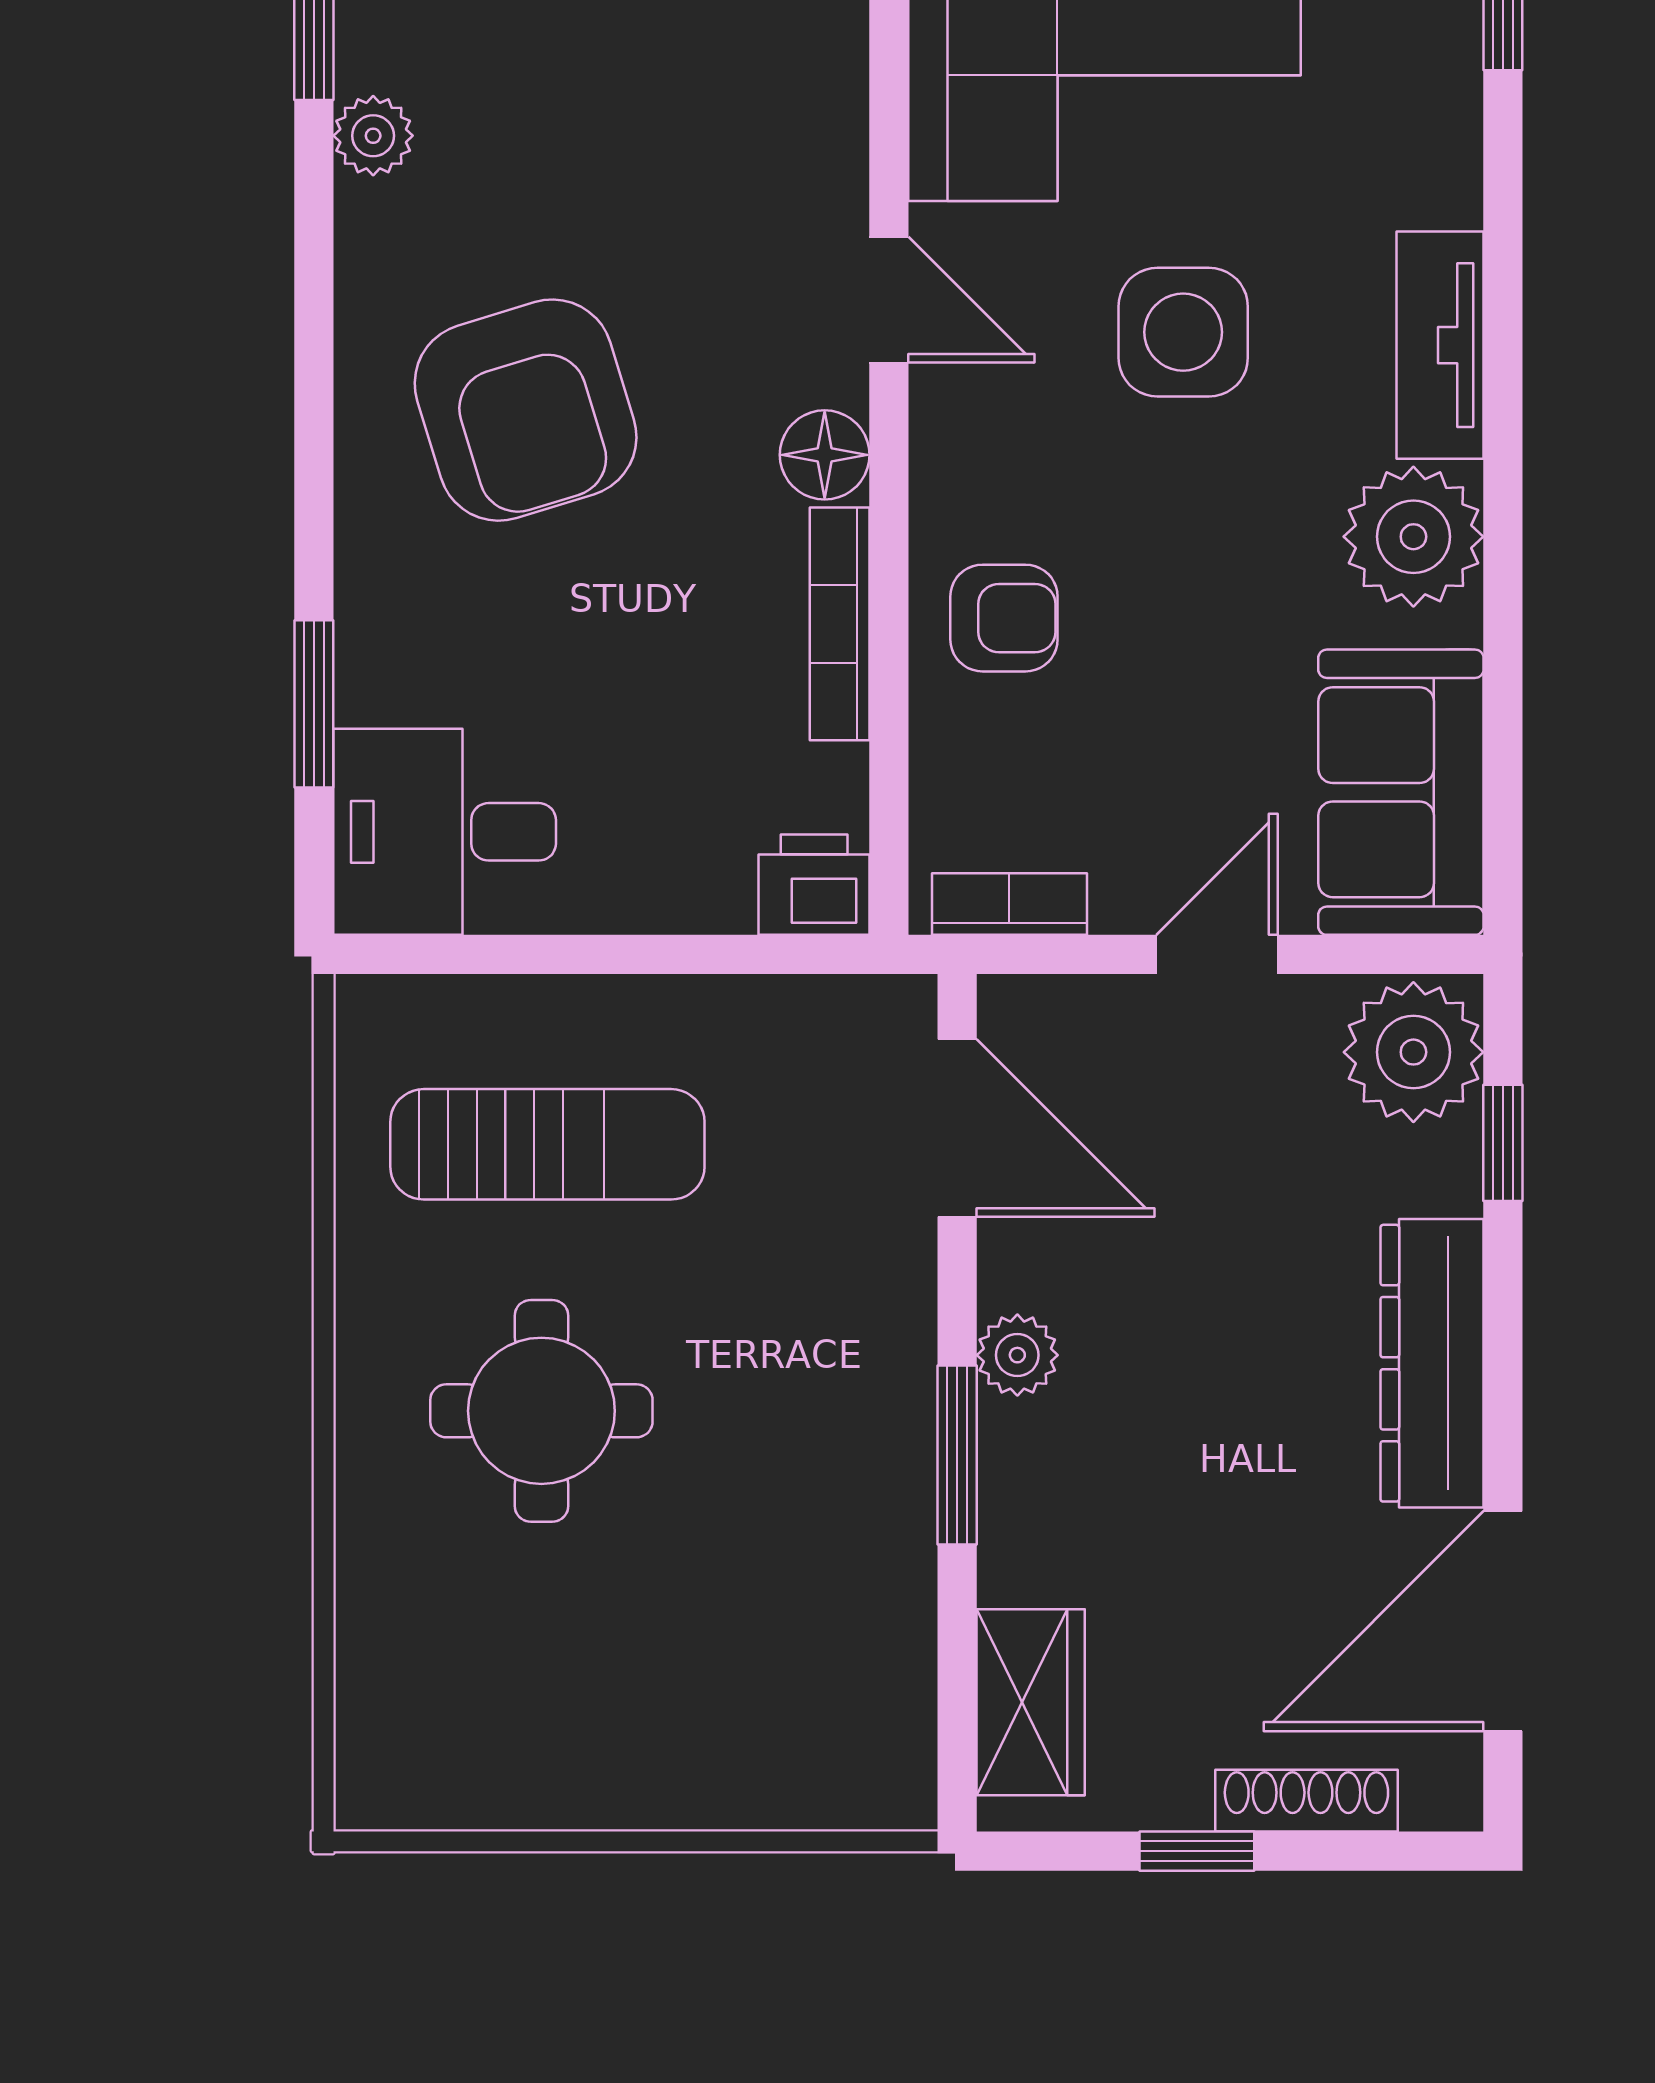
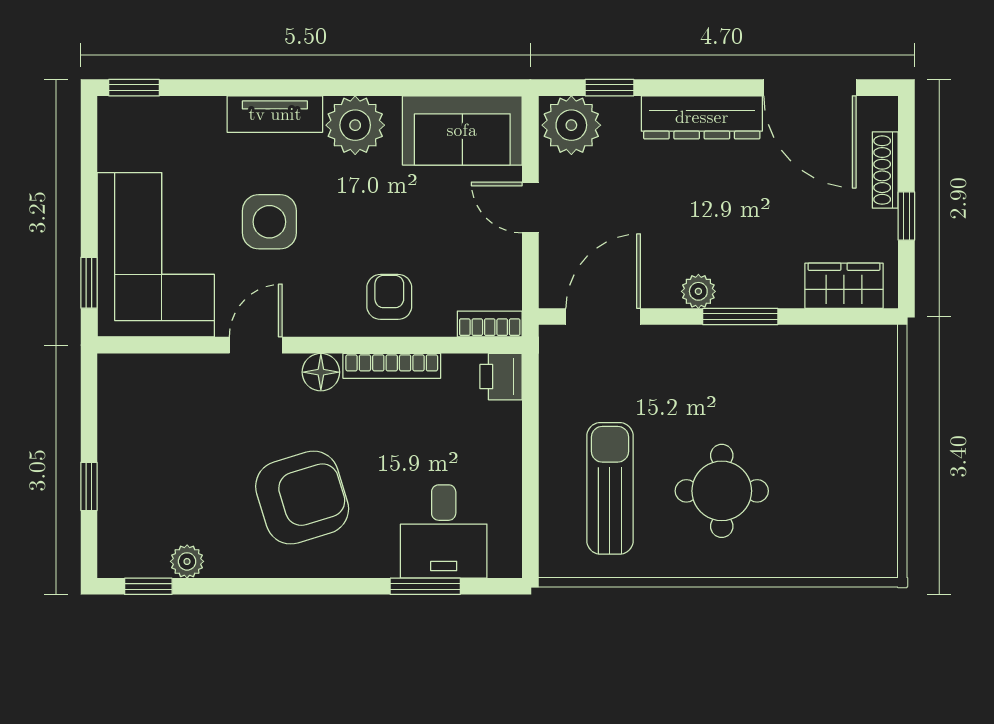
desk: (445, 832) -> (444, 531), moved
bookcase: (1009, 904) -> (490, 324), moved, turned 90

